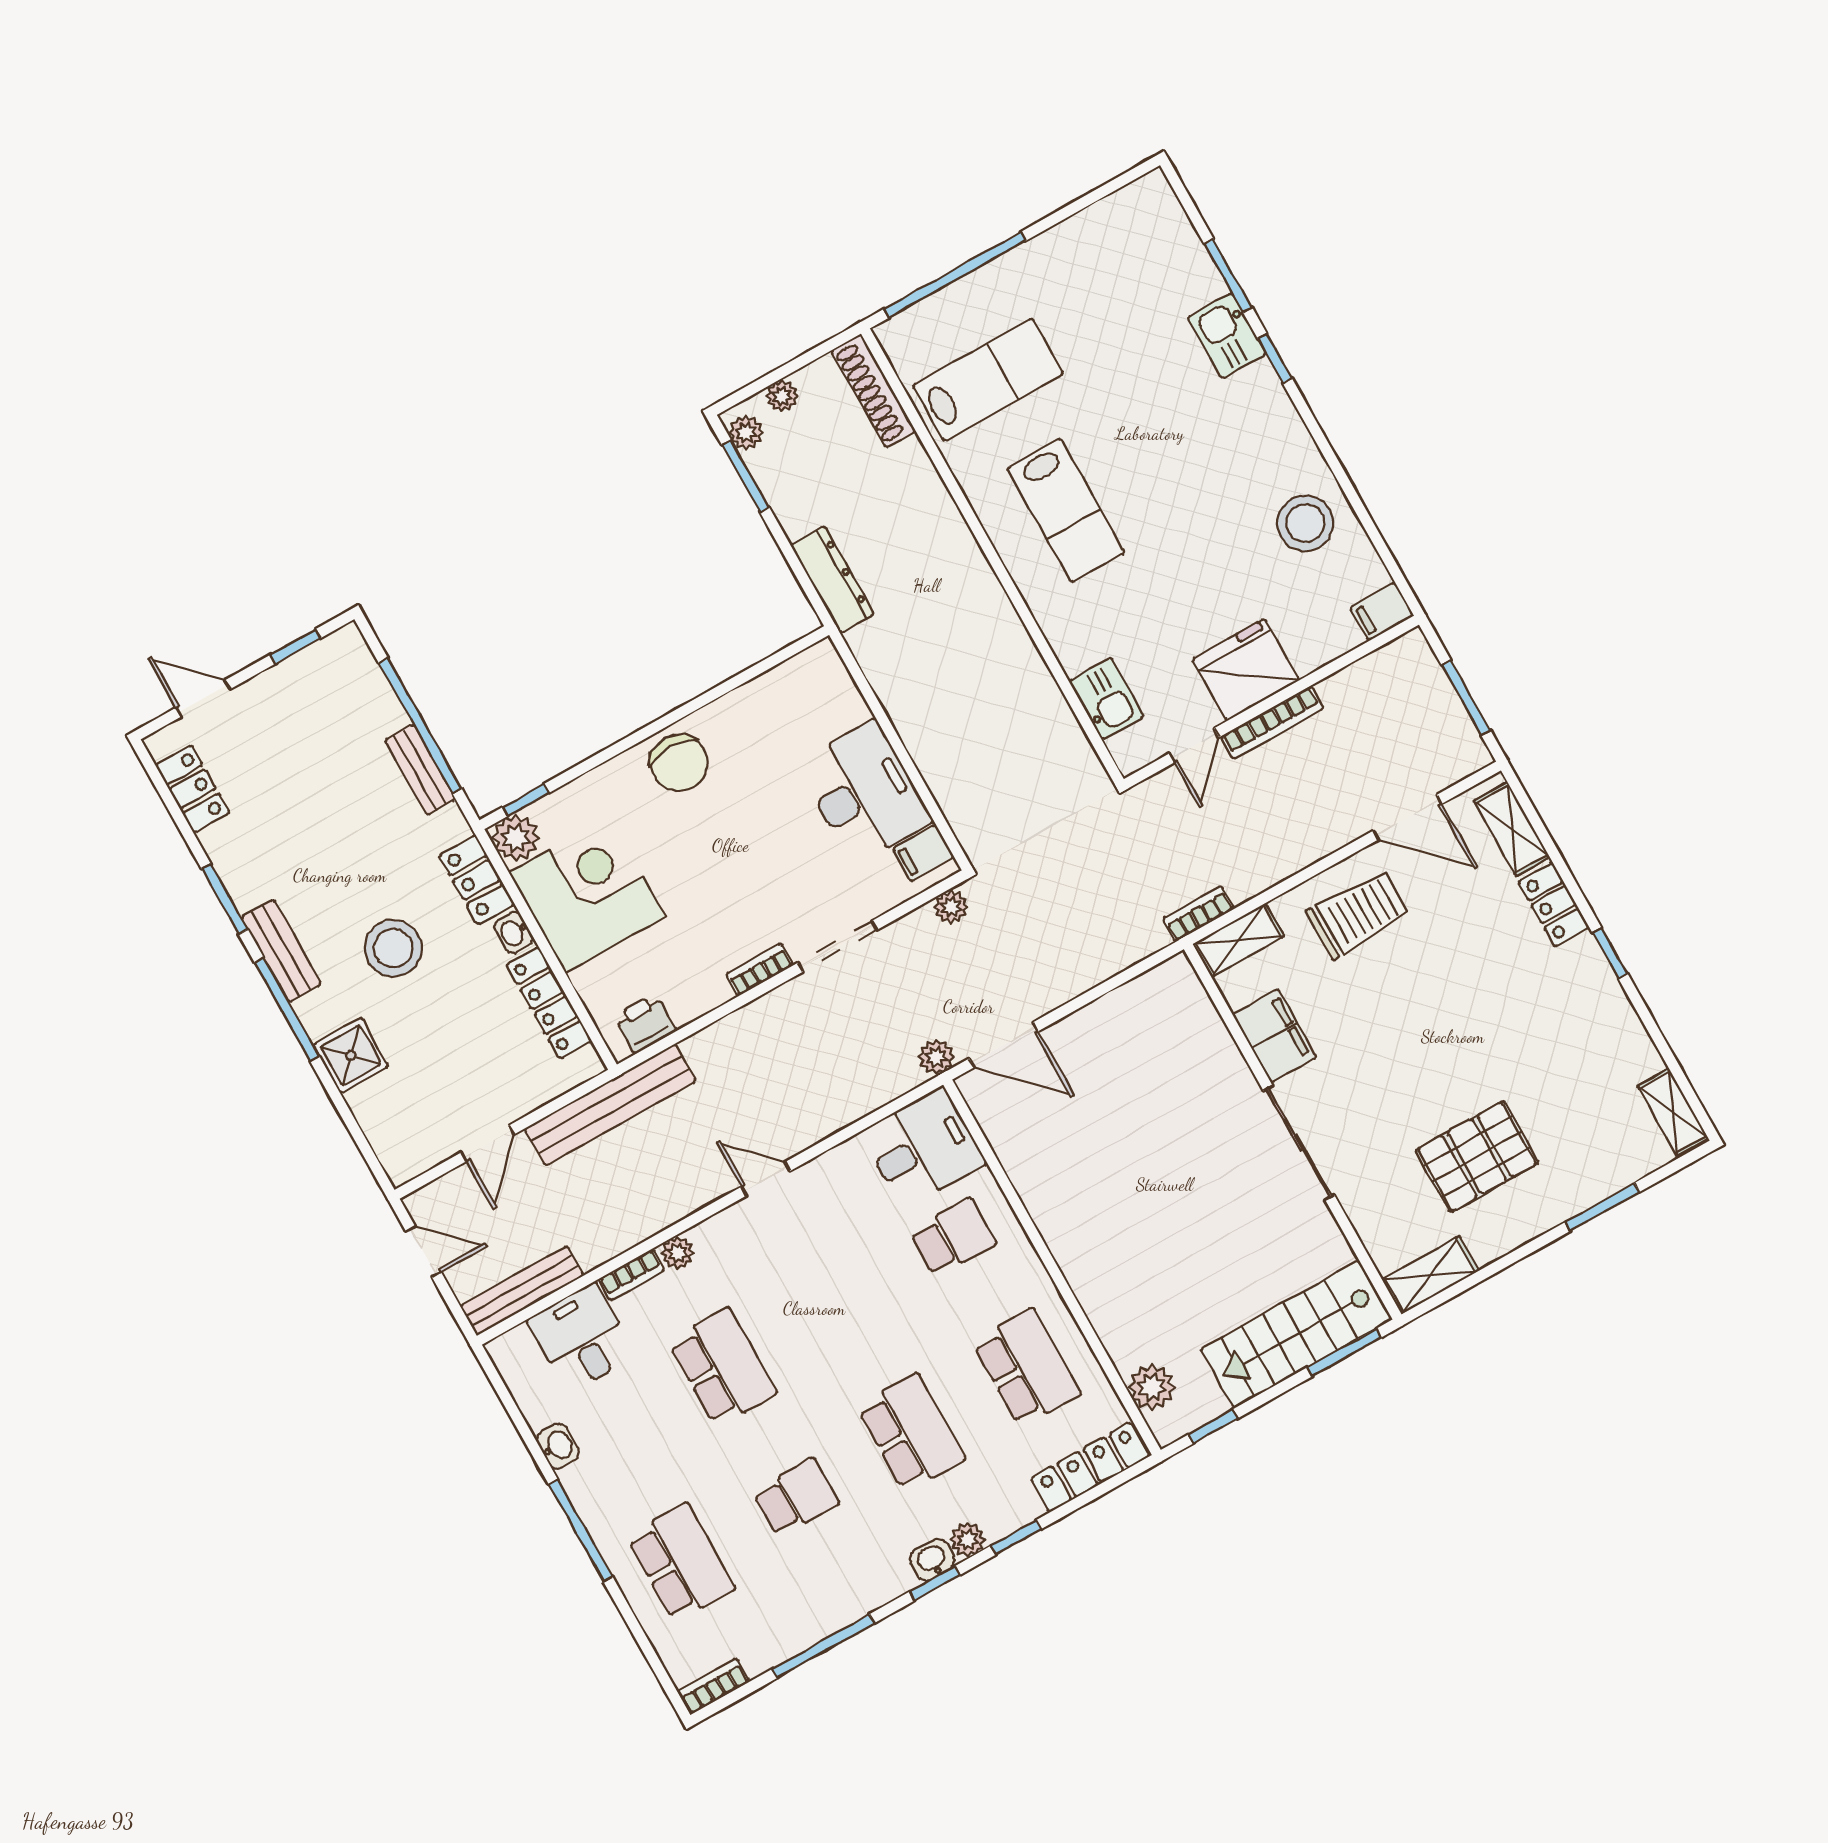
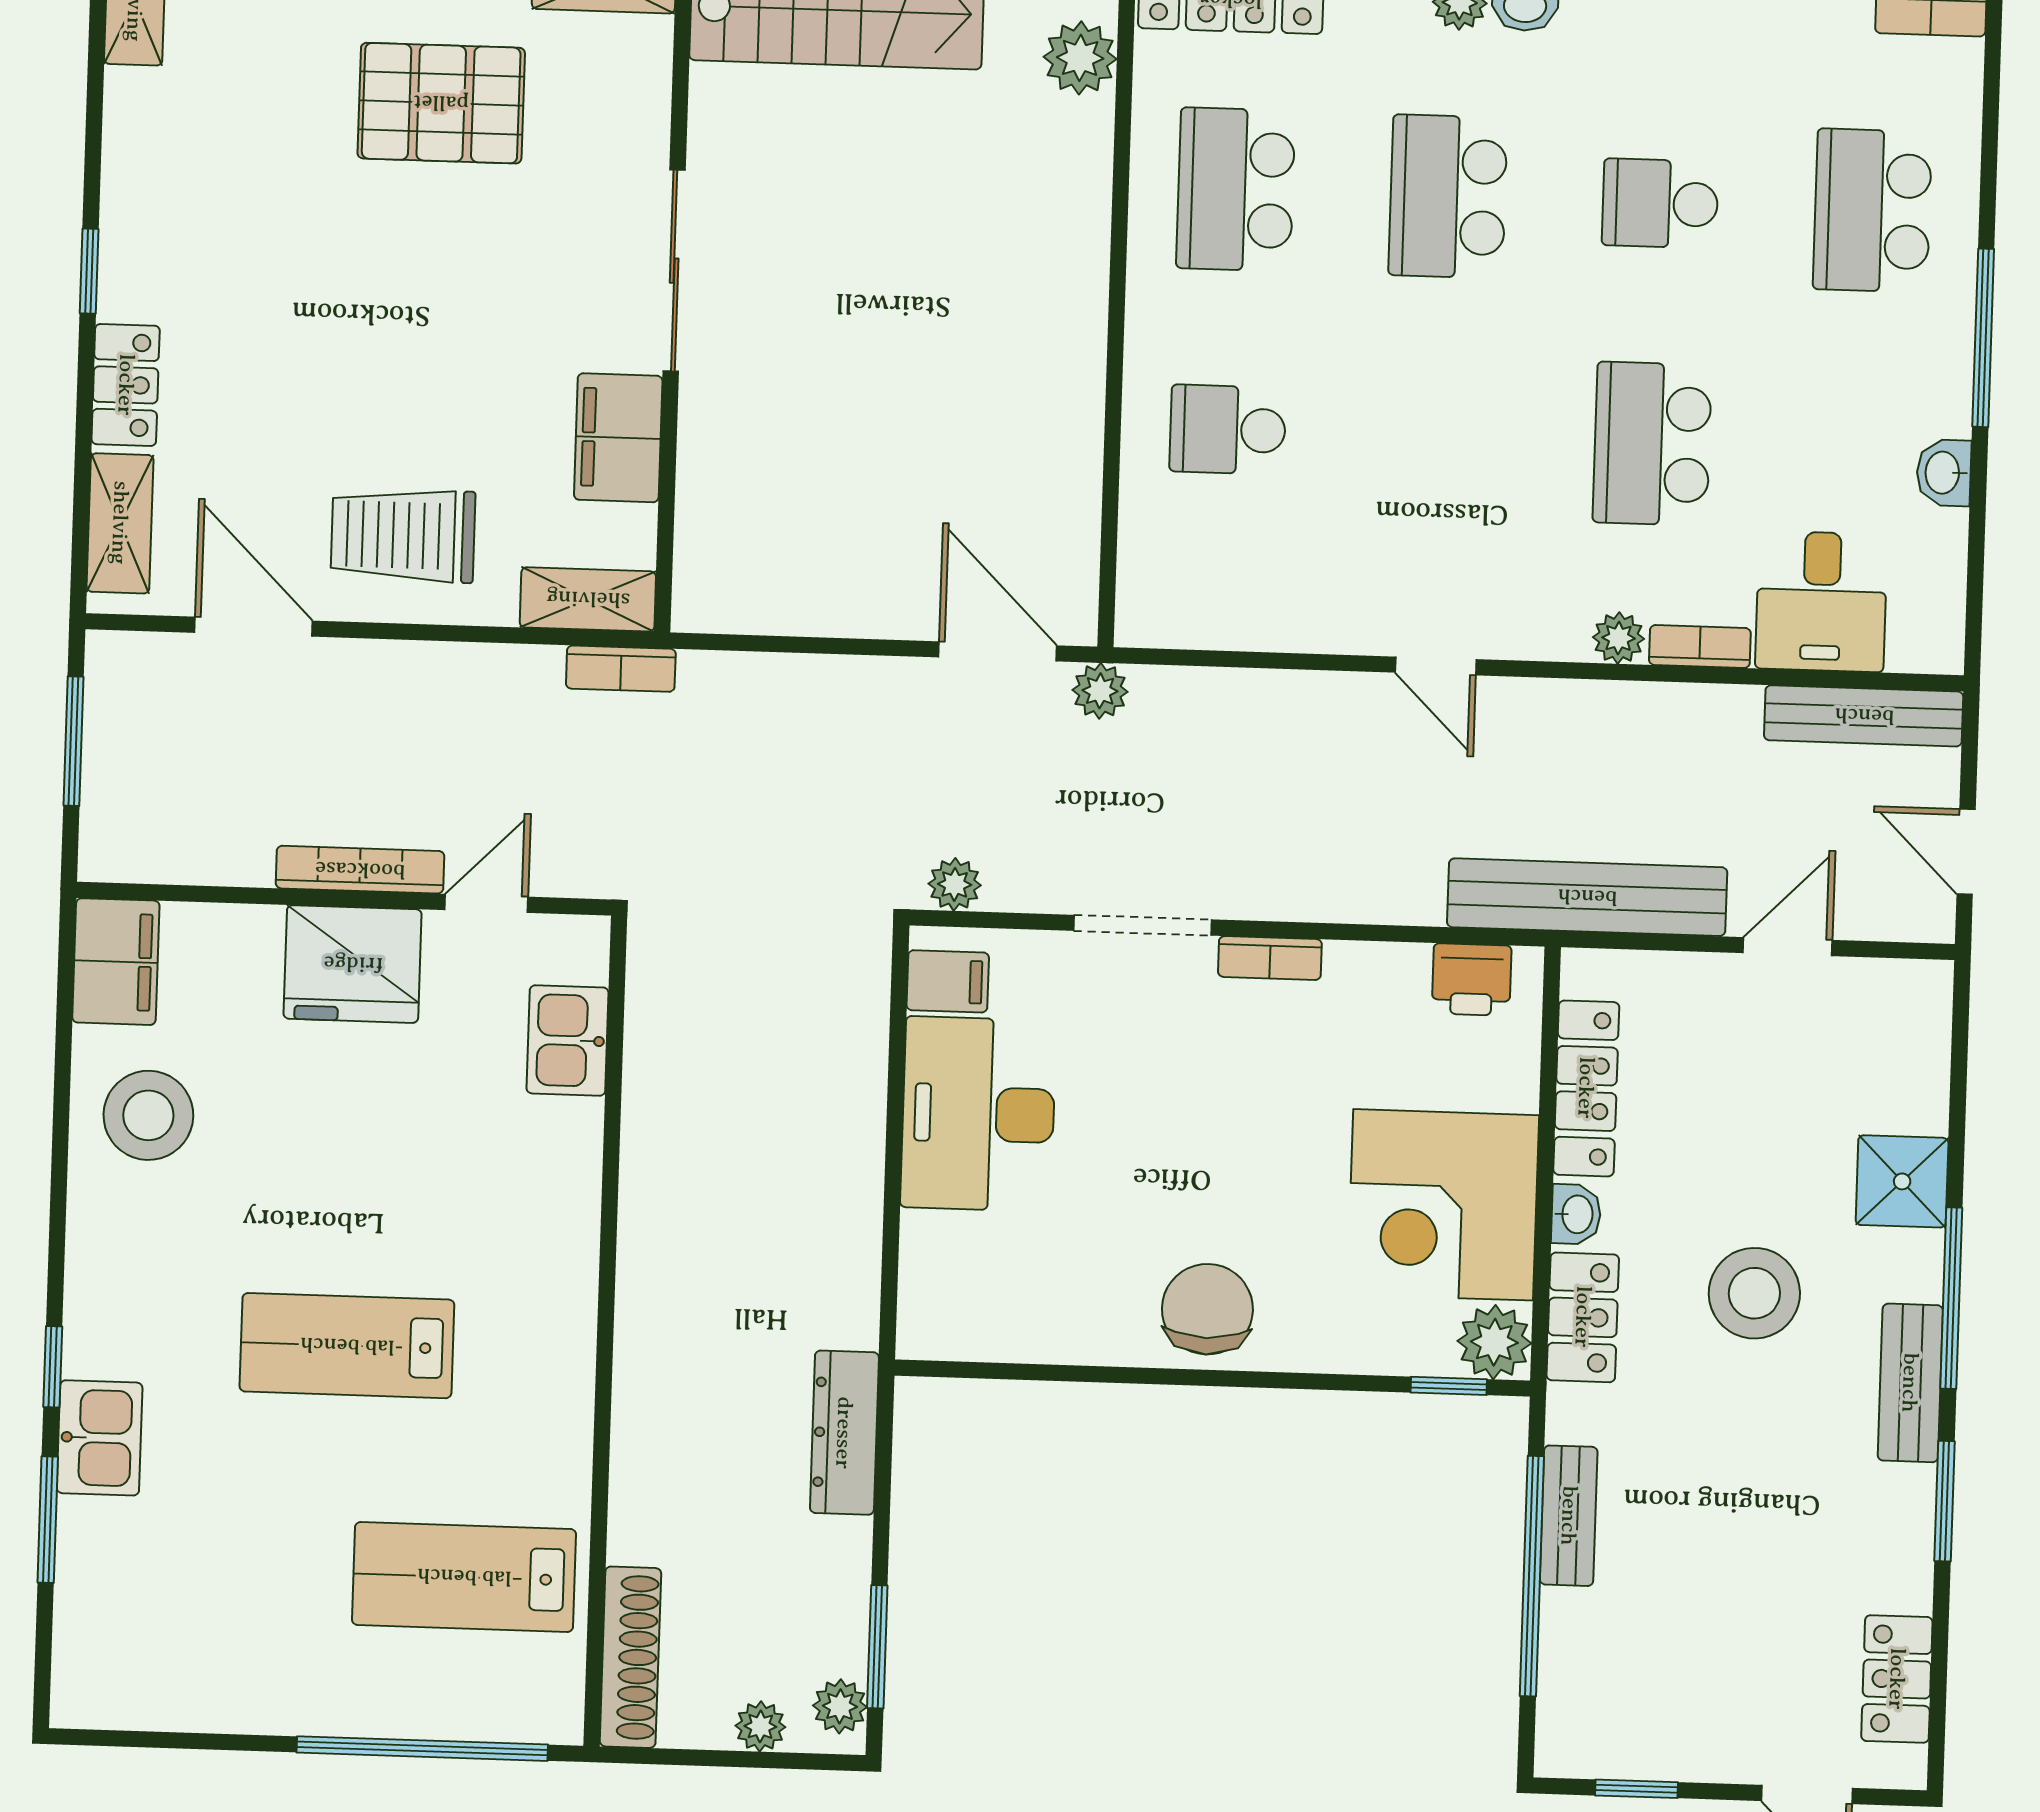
lab bench: (1066, 510) -> (347, 1346), moved, turned -90
filing cabinet: (1382, 611) -> (116, 962), width x2.00
desk: (923, 1148) -> (1194, 577), removed

